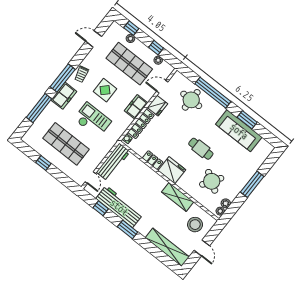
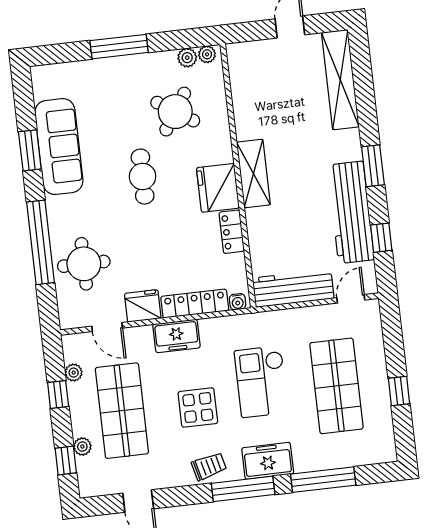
shelving: (178, 197) -> (253, 173), moved
stool: (195, 225) -> (265, 72), removed

